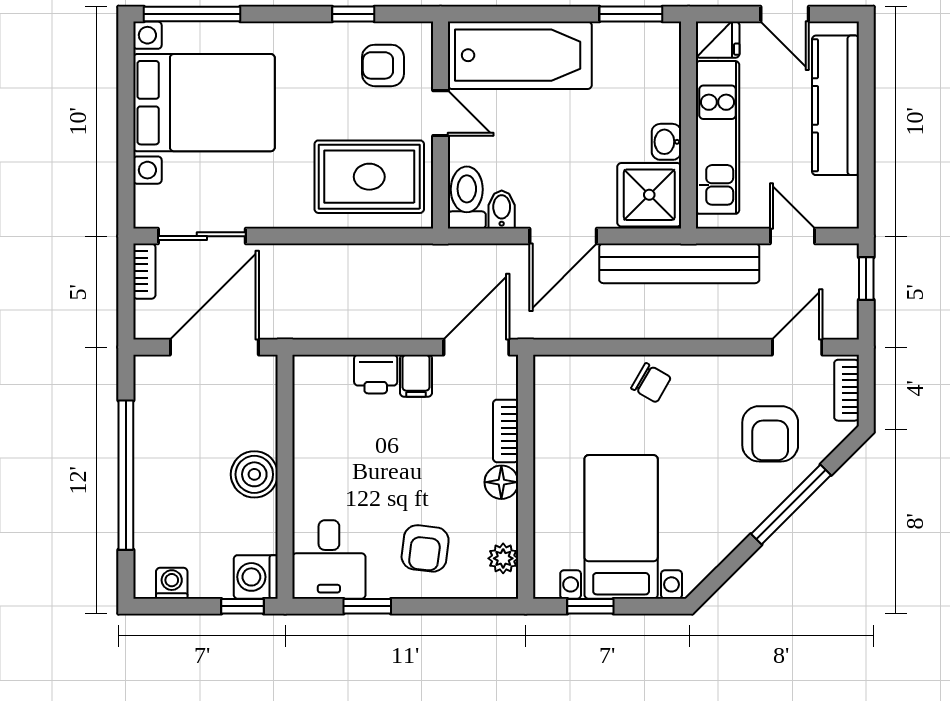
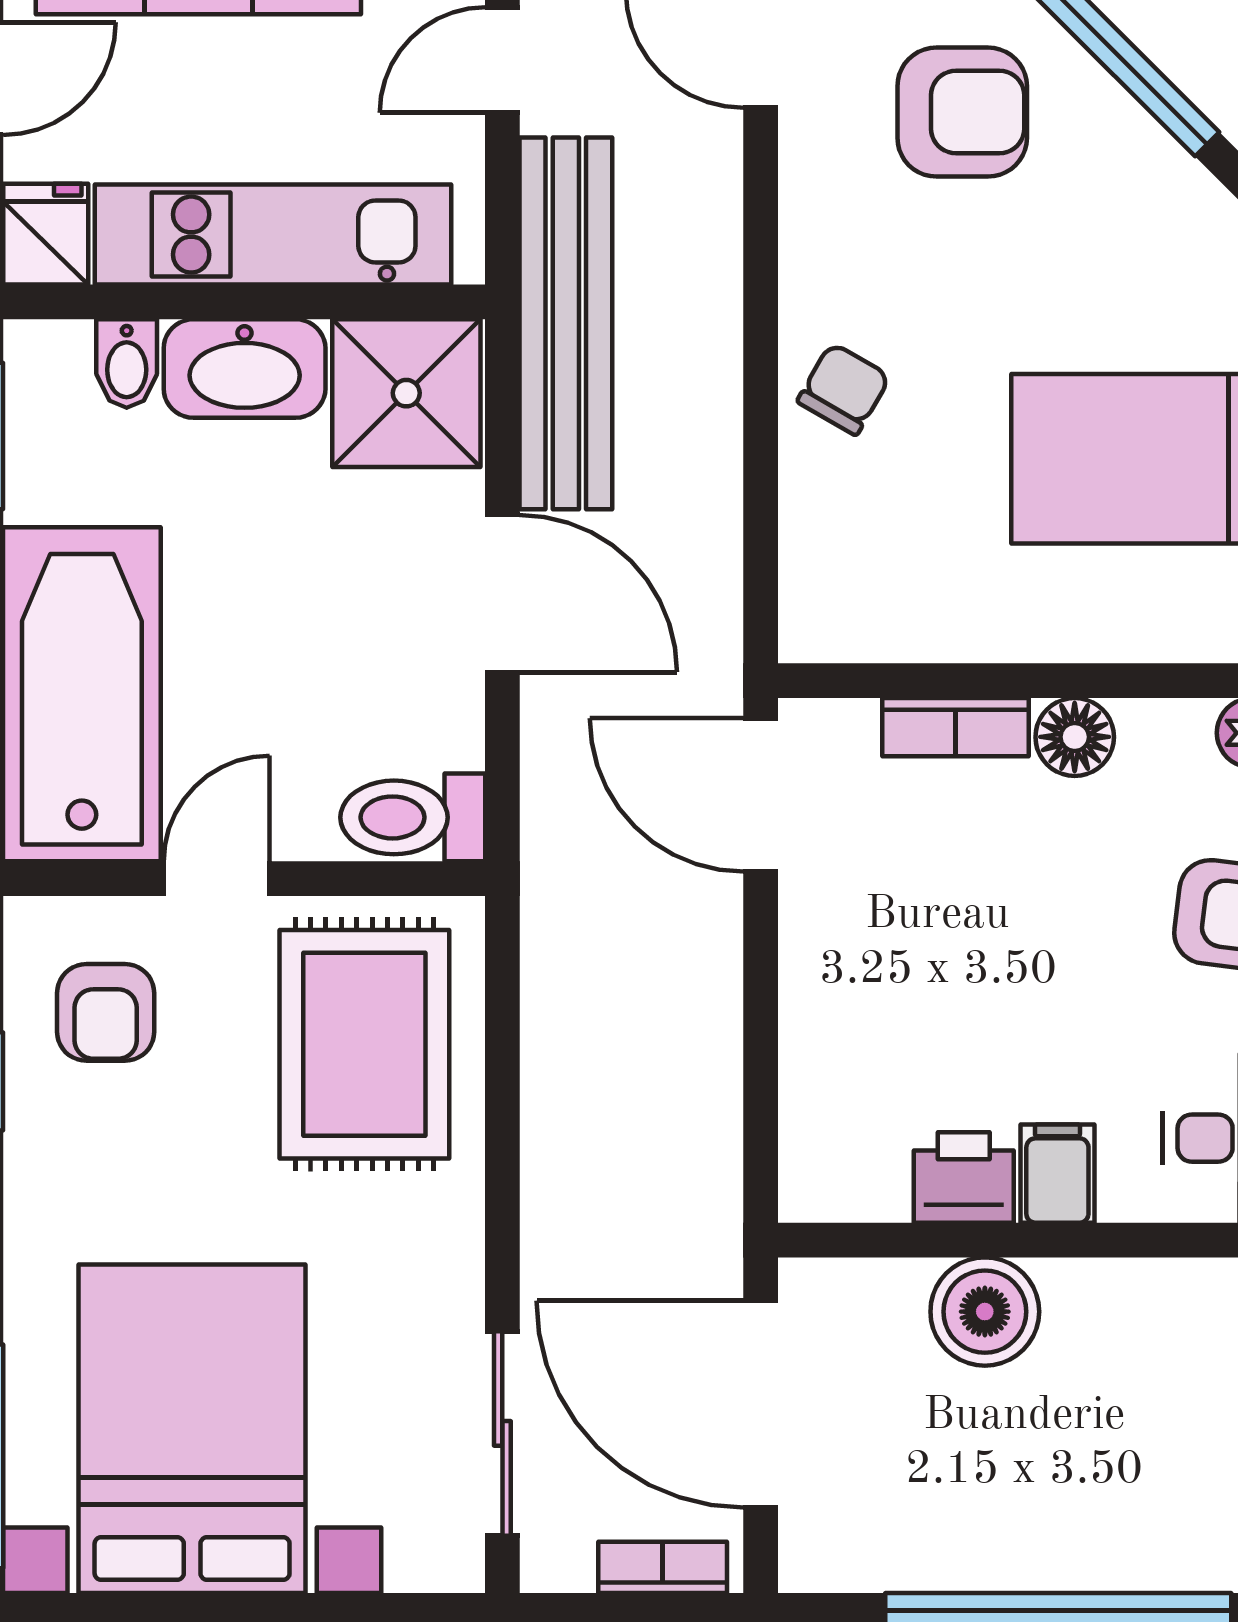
washbasin: (666, 142) -> (245, 368), width x1.91, depth x1.45
bidet: (502, 210) -> (127, 364), moved, turned -90
bookcase: (144, 271) -> (663, 1567), moved
printer: (376, 374) -> (964, 1178), moved, turned -90
filing cabinet: (416, 376) -> (1057, 1174), moved, turned -90
boiler: (254, 474) -> (985, 1312), moved

